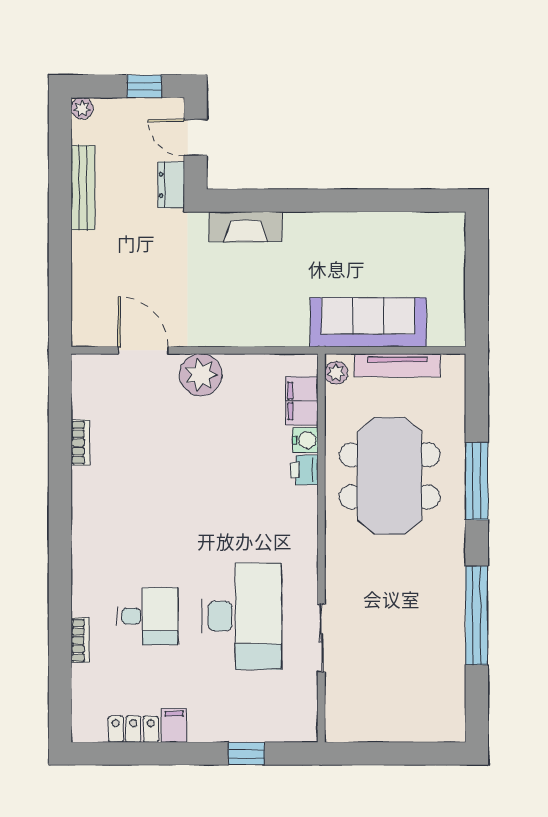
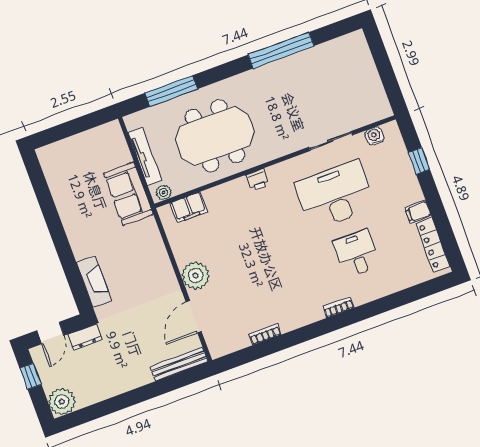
plant: (82, 108) -> (62, 402), width x1.87, depth x1.87
bench: (83, 188) -> (179, 364), moved
sofa: (368, 322) -> (128, 194), width x0.73
water cooler: (305, 440) -> (375, 136), moved
printer: (304, 470) -> (257, 180), moved
window: (477, 481) -> (171, 91), moved
bookcase: (80, 640) -> (338, 307), moved
locker: (133, 729) -> (433, 245), width x1.53

